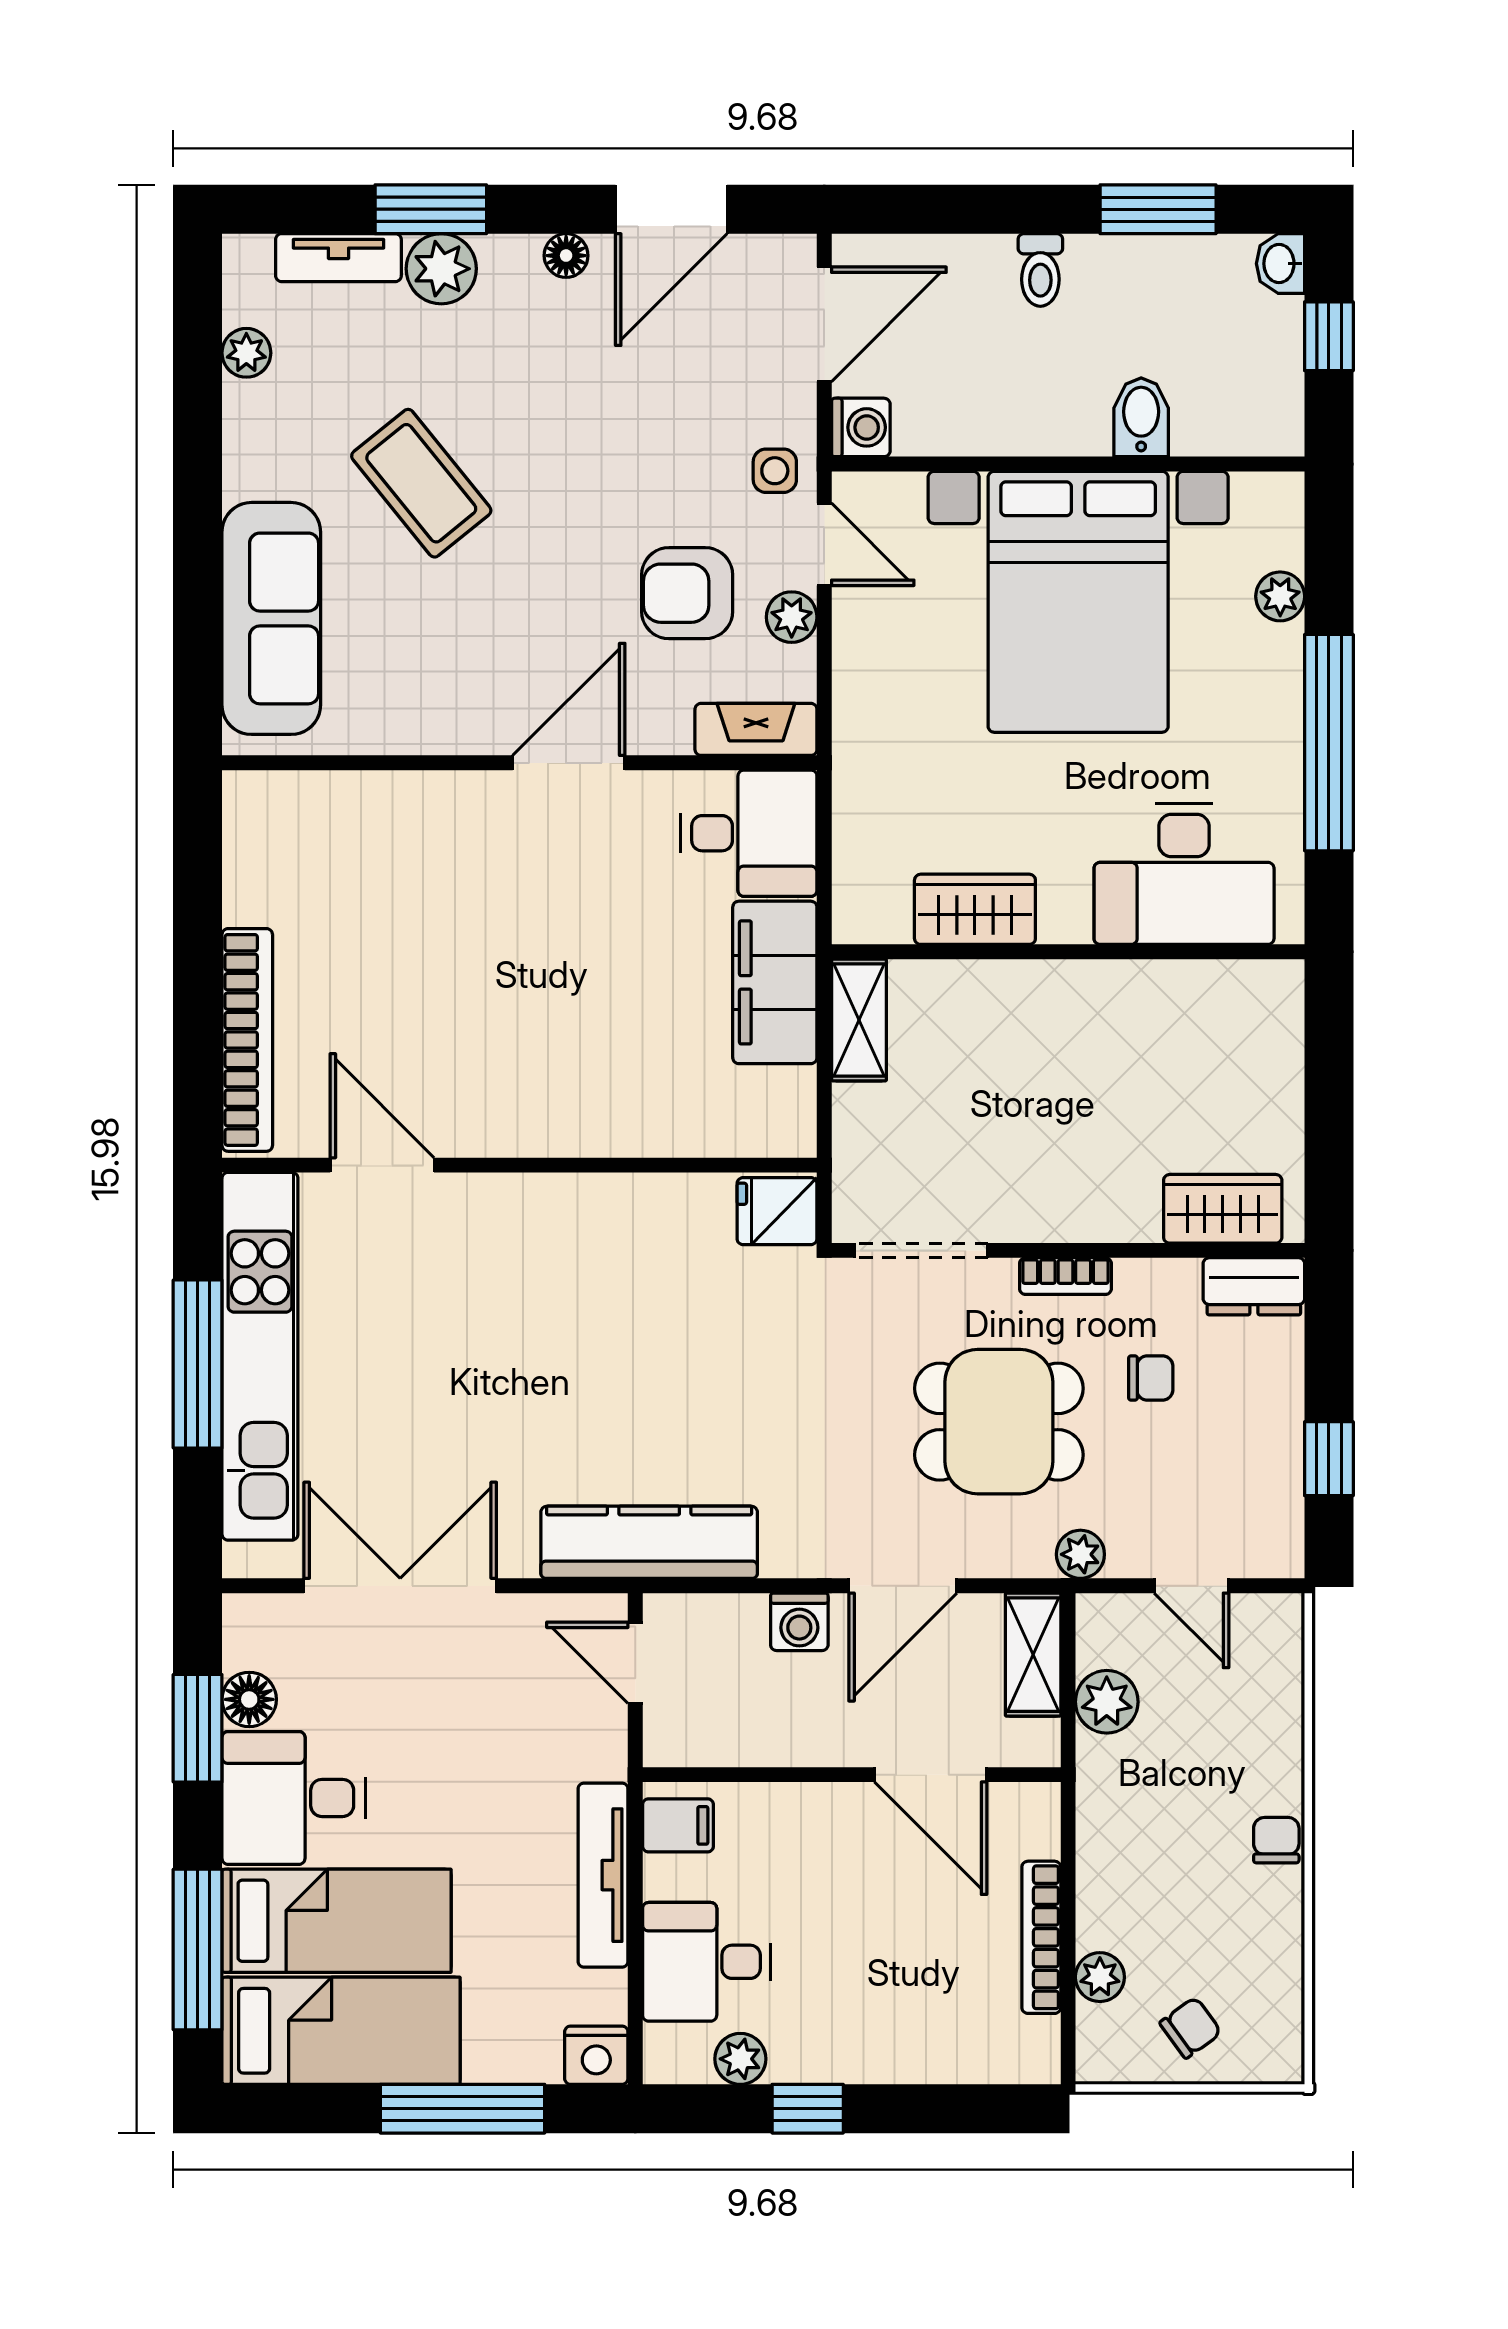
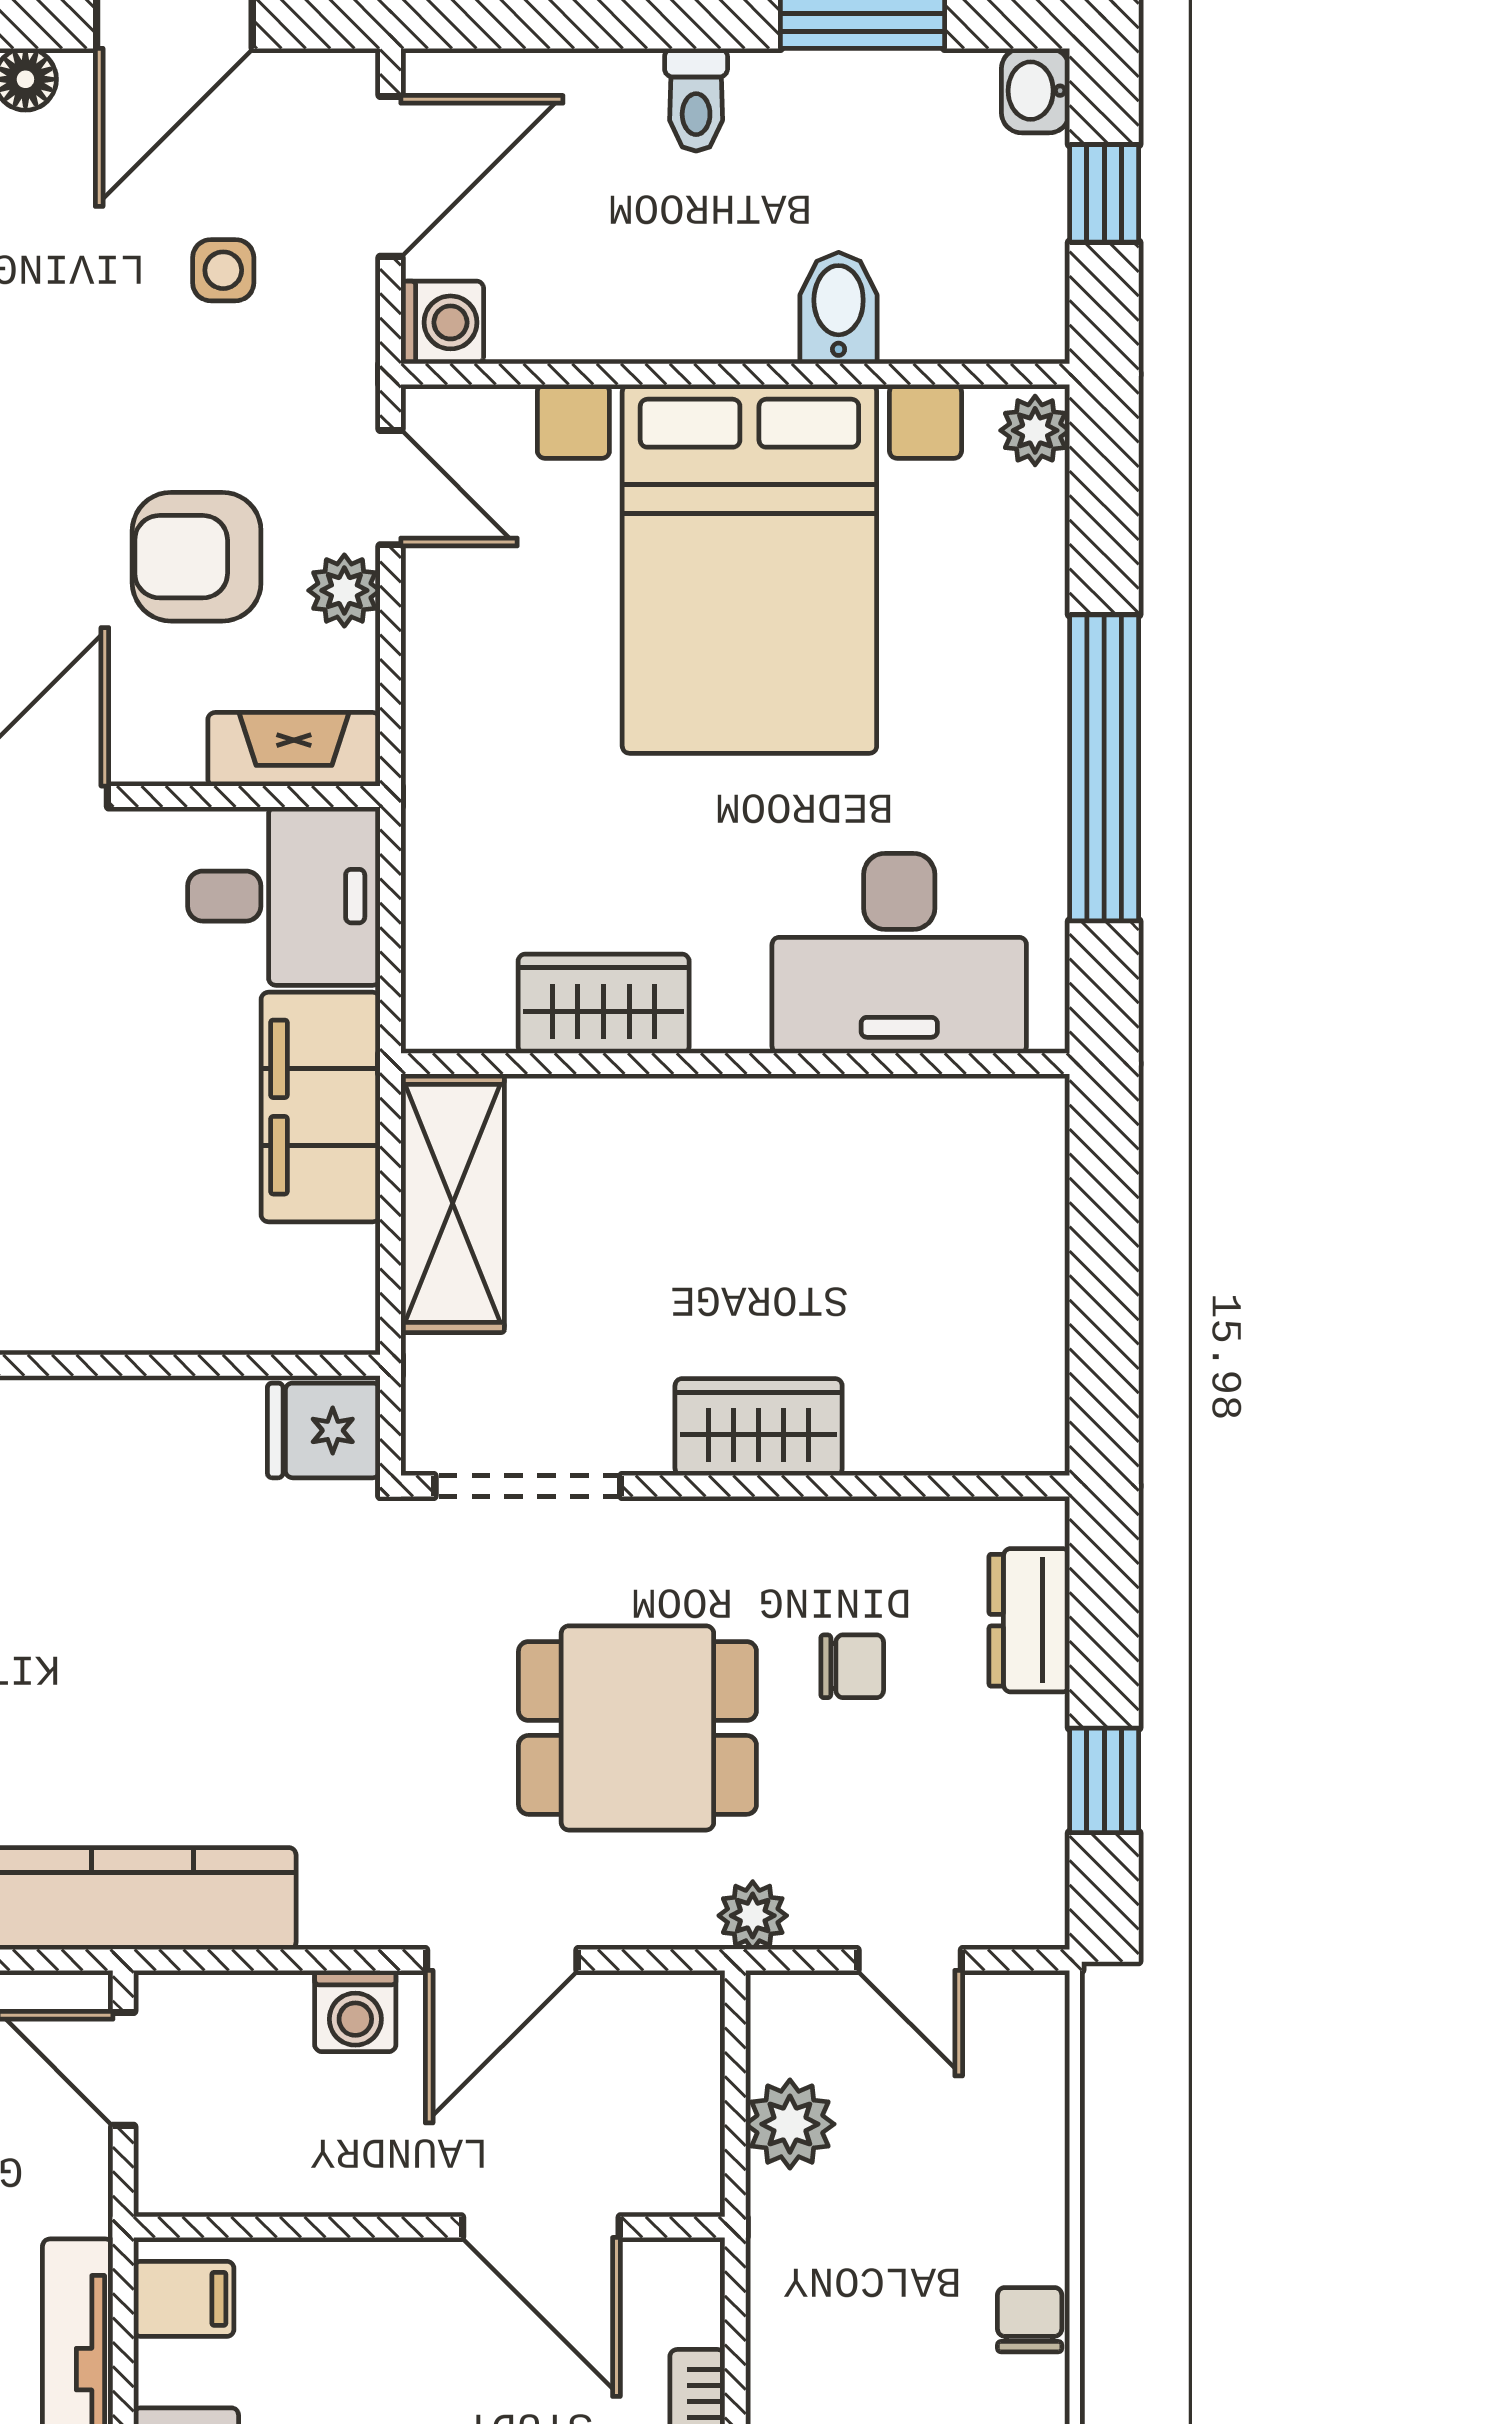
side table: (775, 471) -> (223, 270), moved
plant: (1280, 596) -> (1035, 430), moved
shelving: (859, 1020) -> (453, 1203), width x1.50, depth x1.33
wardrobe: (1223, 1209) -> (759, 1427), moved
bookcase: (1065, 1276) -> (732, 1522), removed
dresser: (1254, 1286) -> (1029, 1620), moved, turned 90
shelving: (1033, 1655) -> (686, 2057), removed

